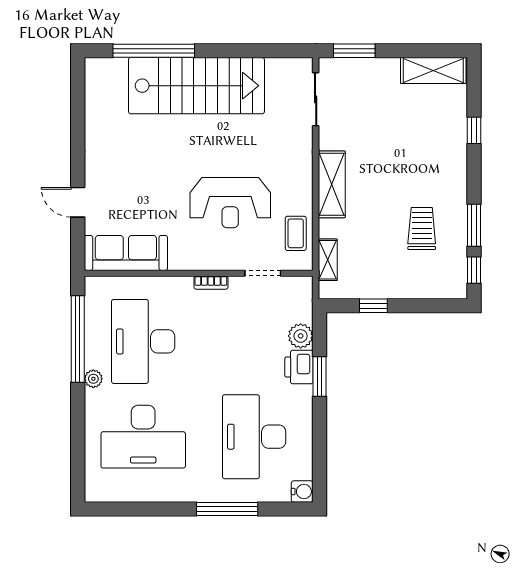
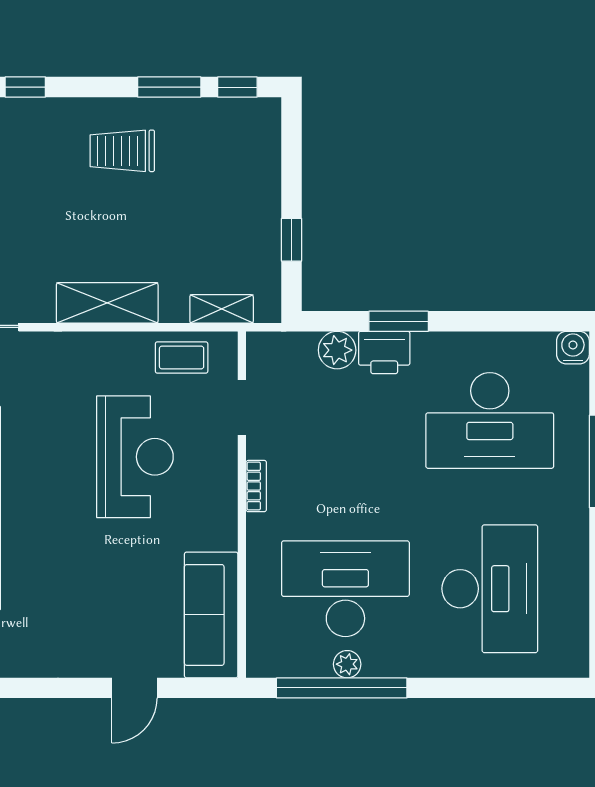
trolley: (422, 229) -> (122, 151), moved
desk: (143, 341) -> (345, 589), turned 180
plant: (93, 379) -> (347, 664), moved

